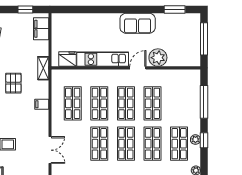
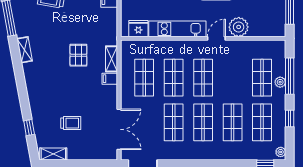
shelving: (43, 68) -> (112, 59), moved
shop shelf: (152, 103) -> (262, 78), moved
plant: (195, 140) -> (280, 82), moved
double door: (50, 150) -> (119, 129), width x1.37

